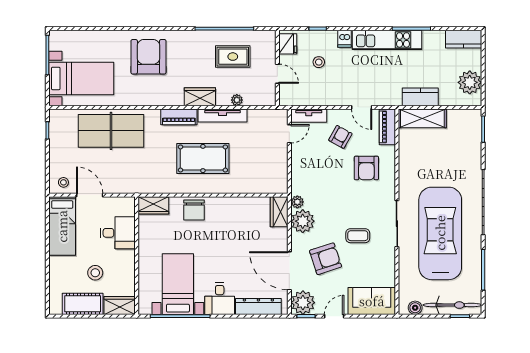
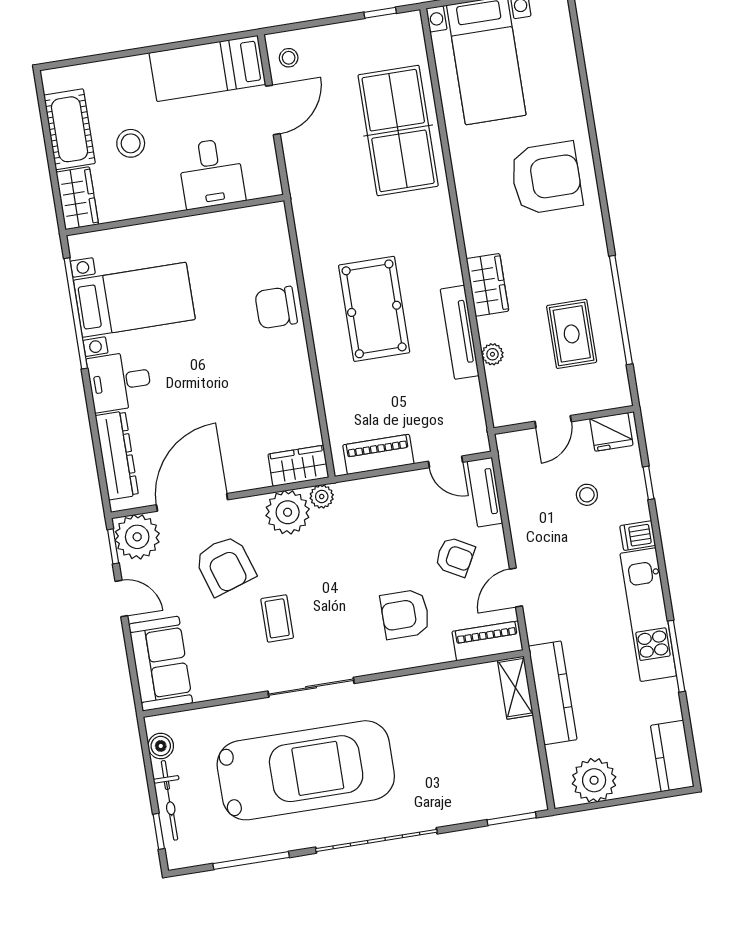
kitchen counter: (420, 97) -> (553, 693), width x1.50
piano: (179, 117) -> (378, 454), moved, turned 90
shelving: (422, 118) -> (515, 688), width x0.67, depth x0.75
wardrobe: (153, 205) -> (273, 231), removed
bicycle: (452, 305) -> (169, 800), width x0.73, depth x0.71

